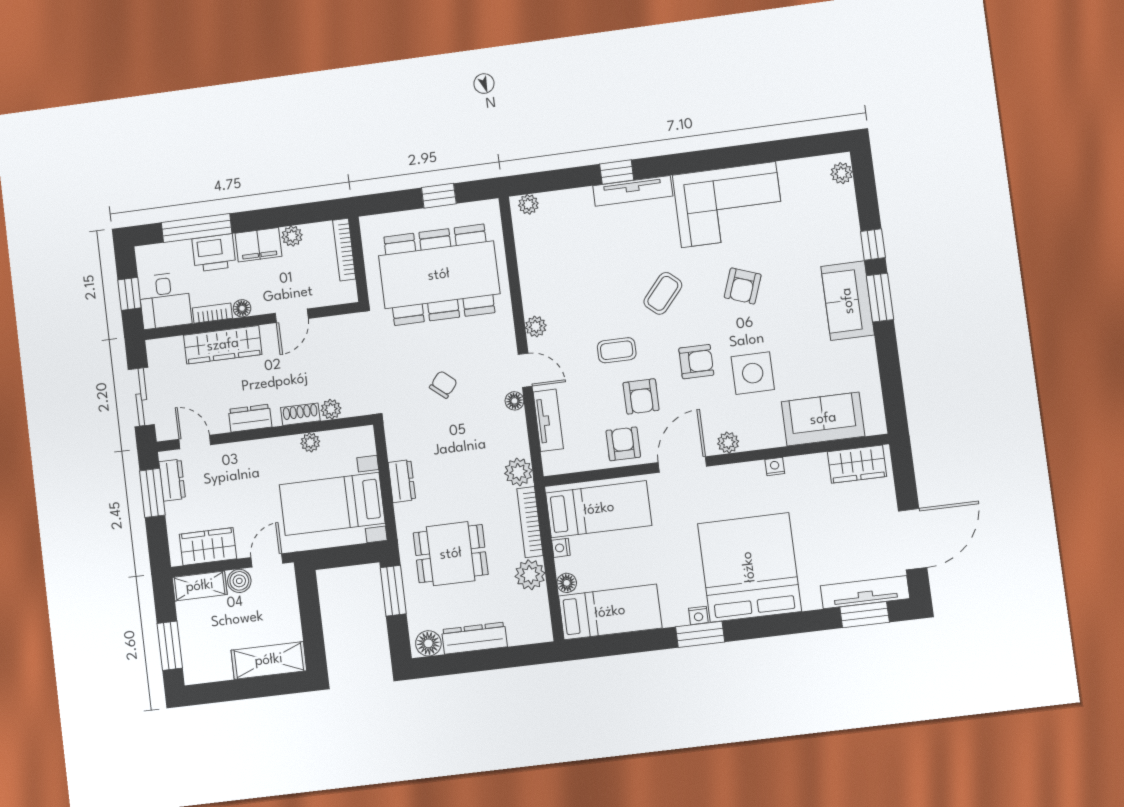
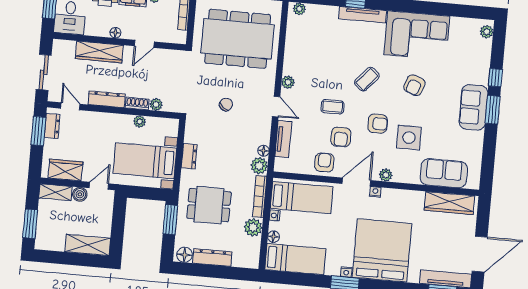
bookcase: (212, 313) -> (97, 32), removed
floor lamp: (514, 401) -> (263, 151), moved
dresser: (250, 418) -> (107, 99), width x1.44
wardrobe: (857, 464) -> (449, 203), width x1.50
nightstand: (775, 467) -> (375, 192), moved

